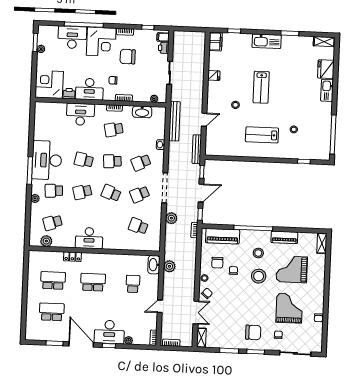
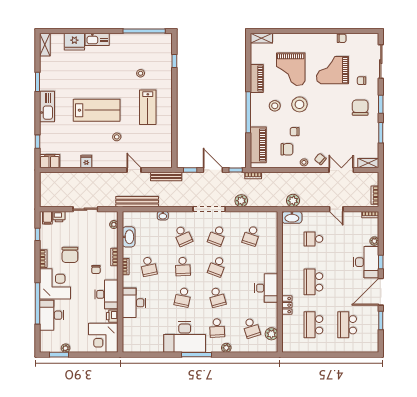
lab bench: (261, 87) -> (97, 110), width x1.36, depth x1.39
school desk: (140, 194) -> (217, 236), turned 45

